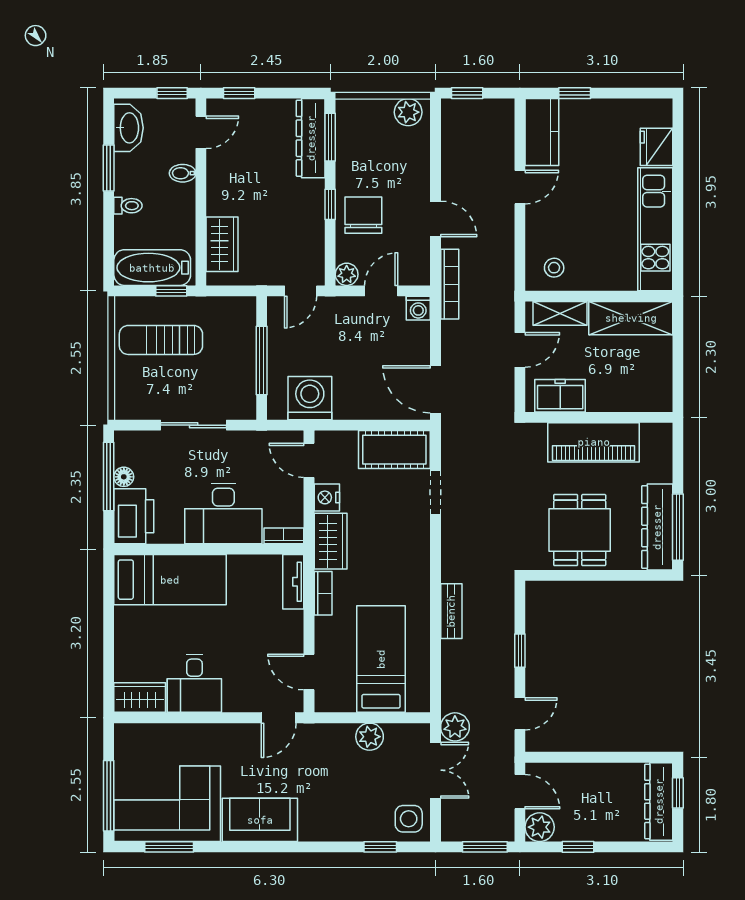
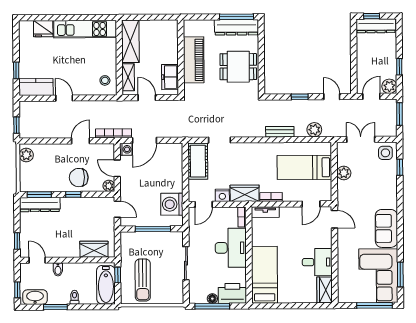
window: (172, 93) -> (17, 290), moved
door: (436, 389) -> (144, 140), moved
plant: (455, 727) -> (314, 130), moved

